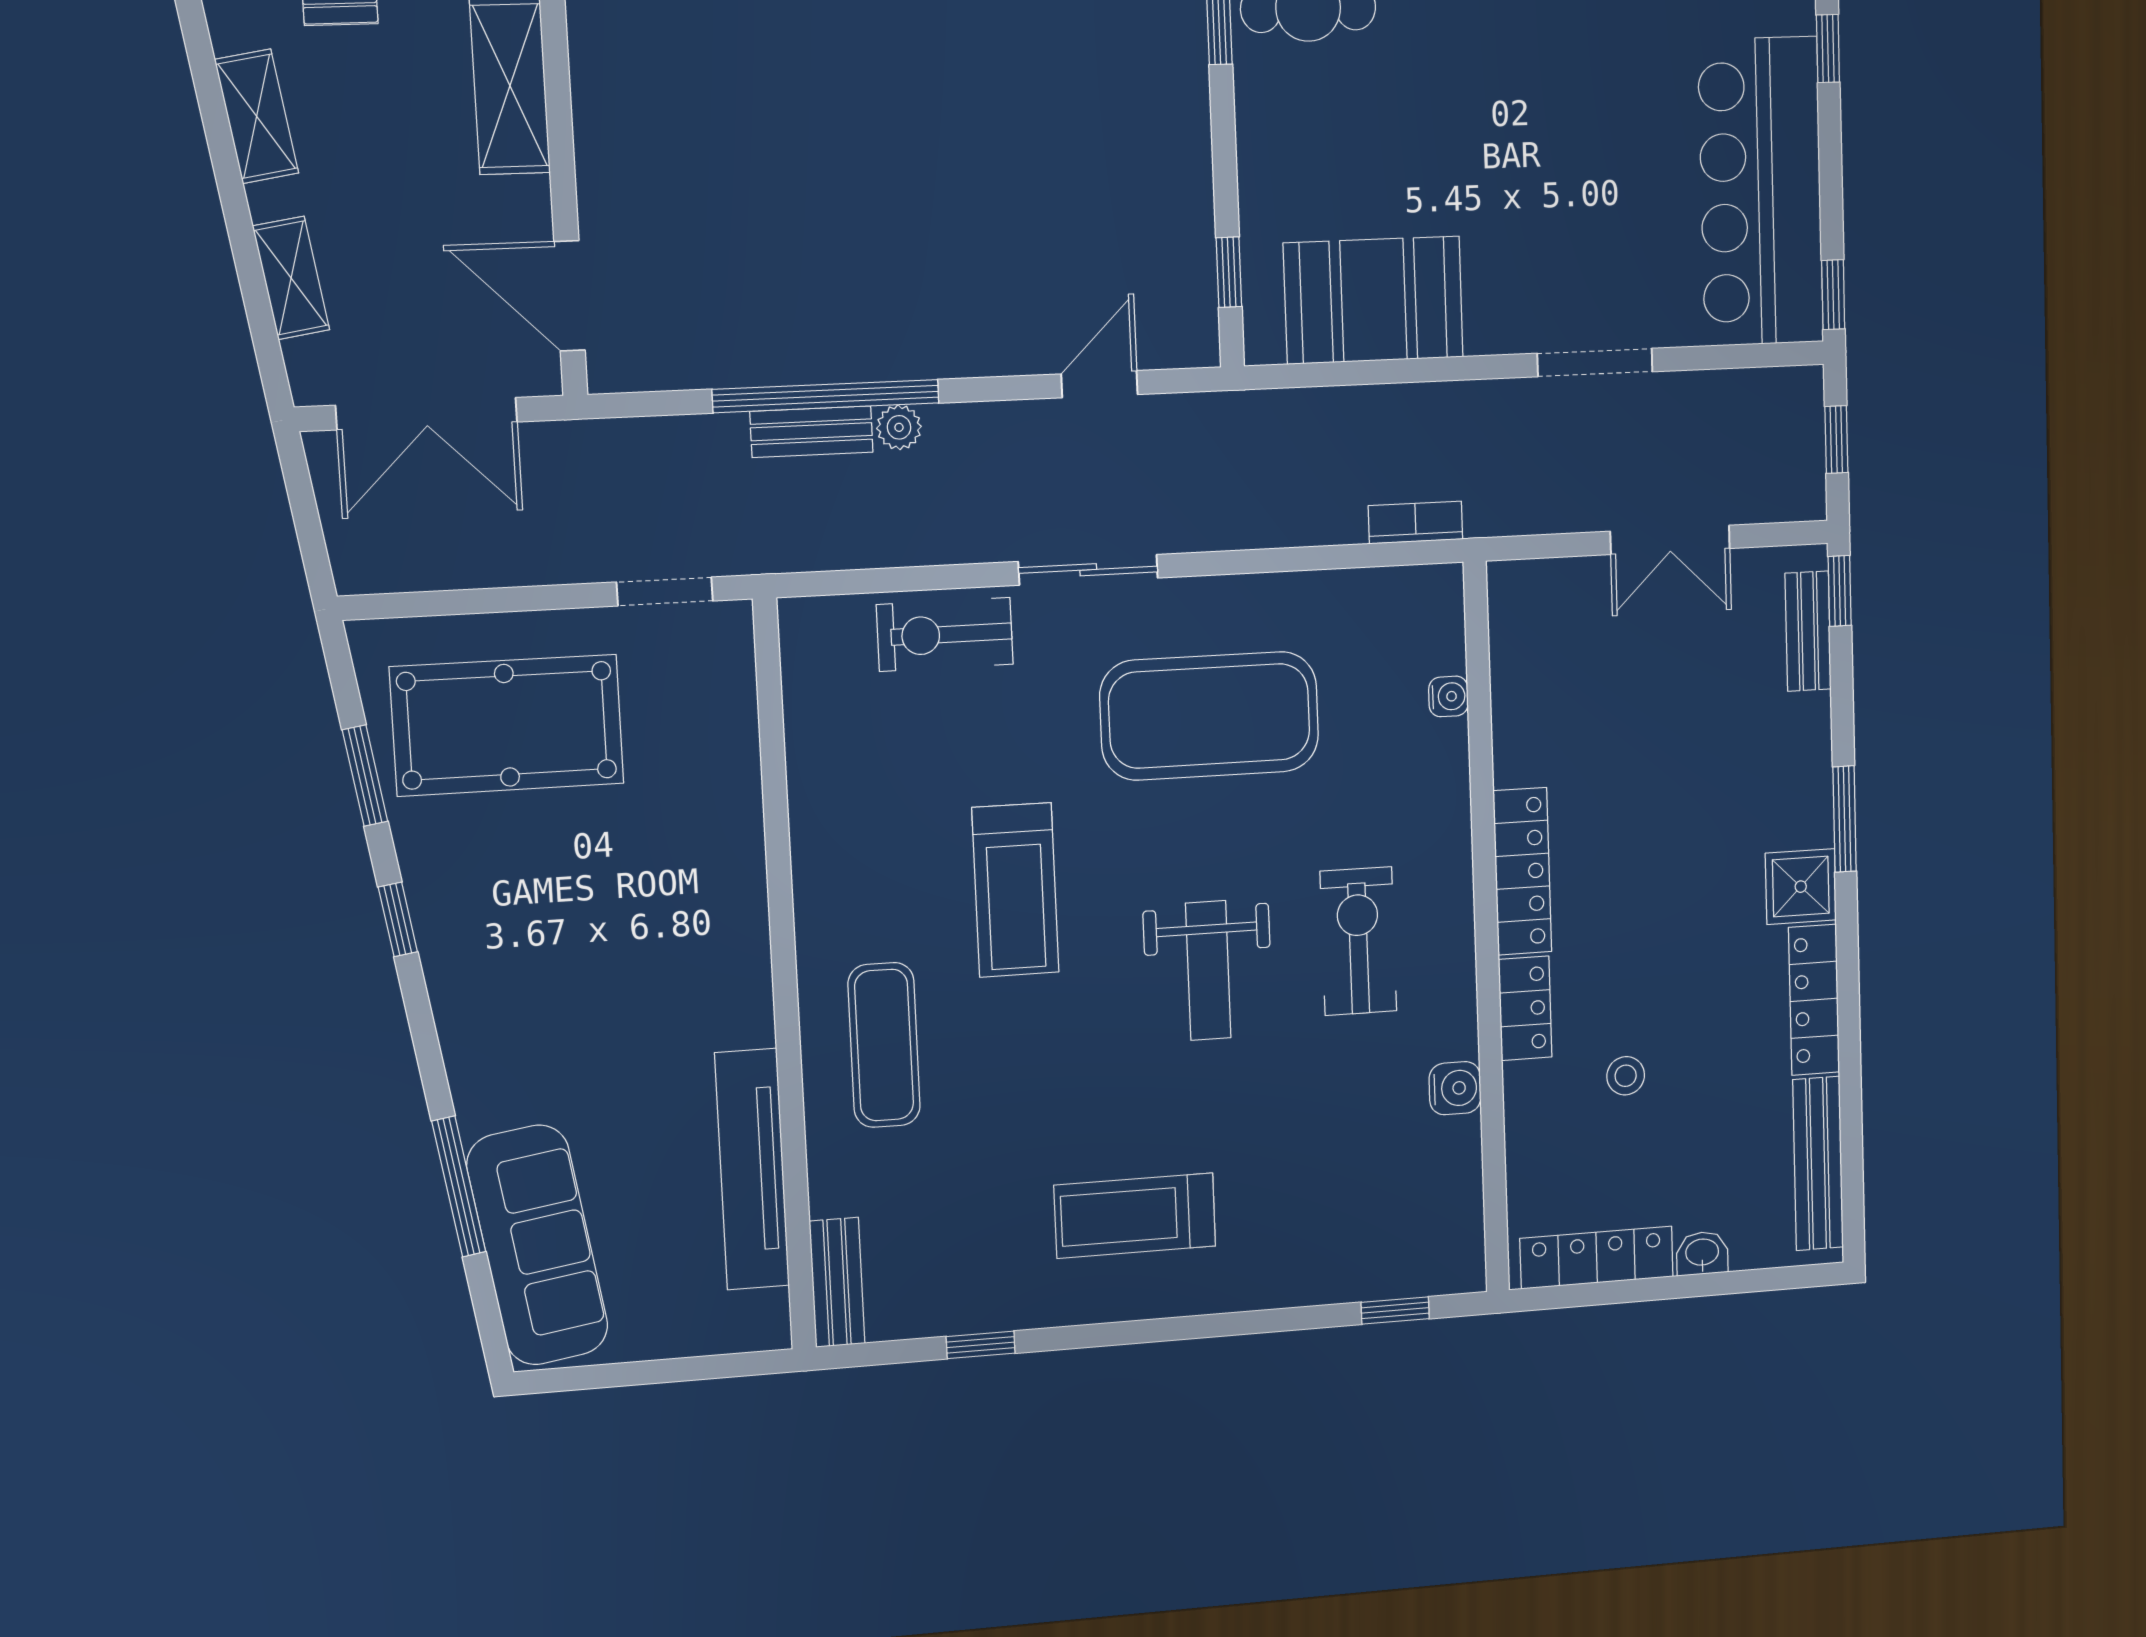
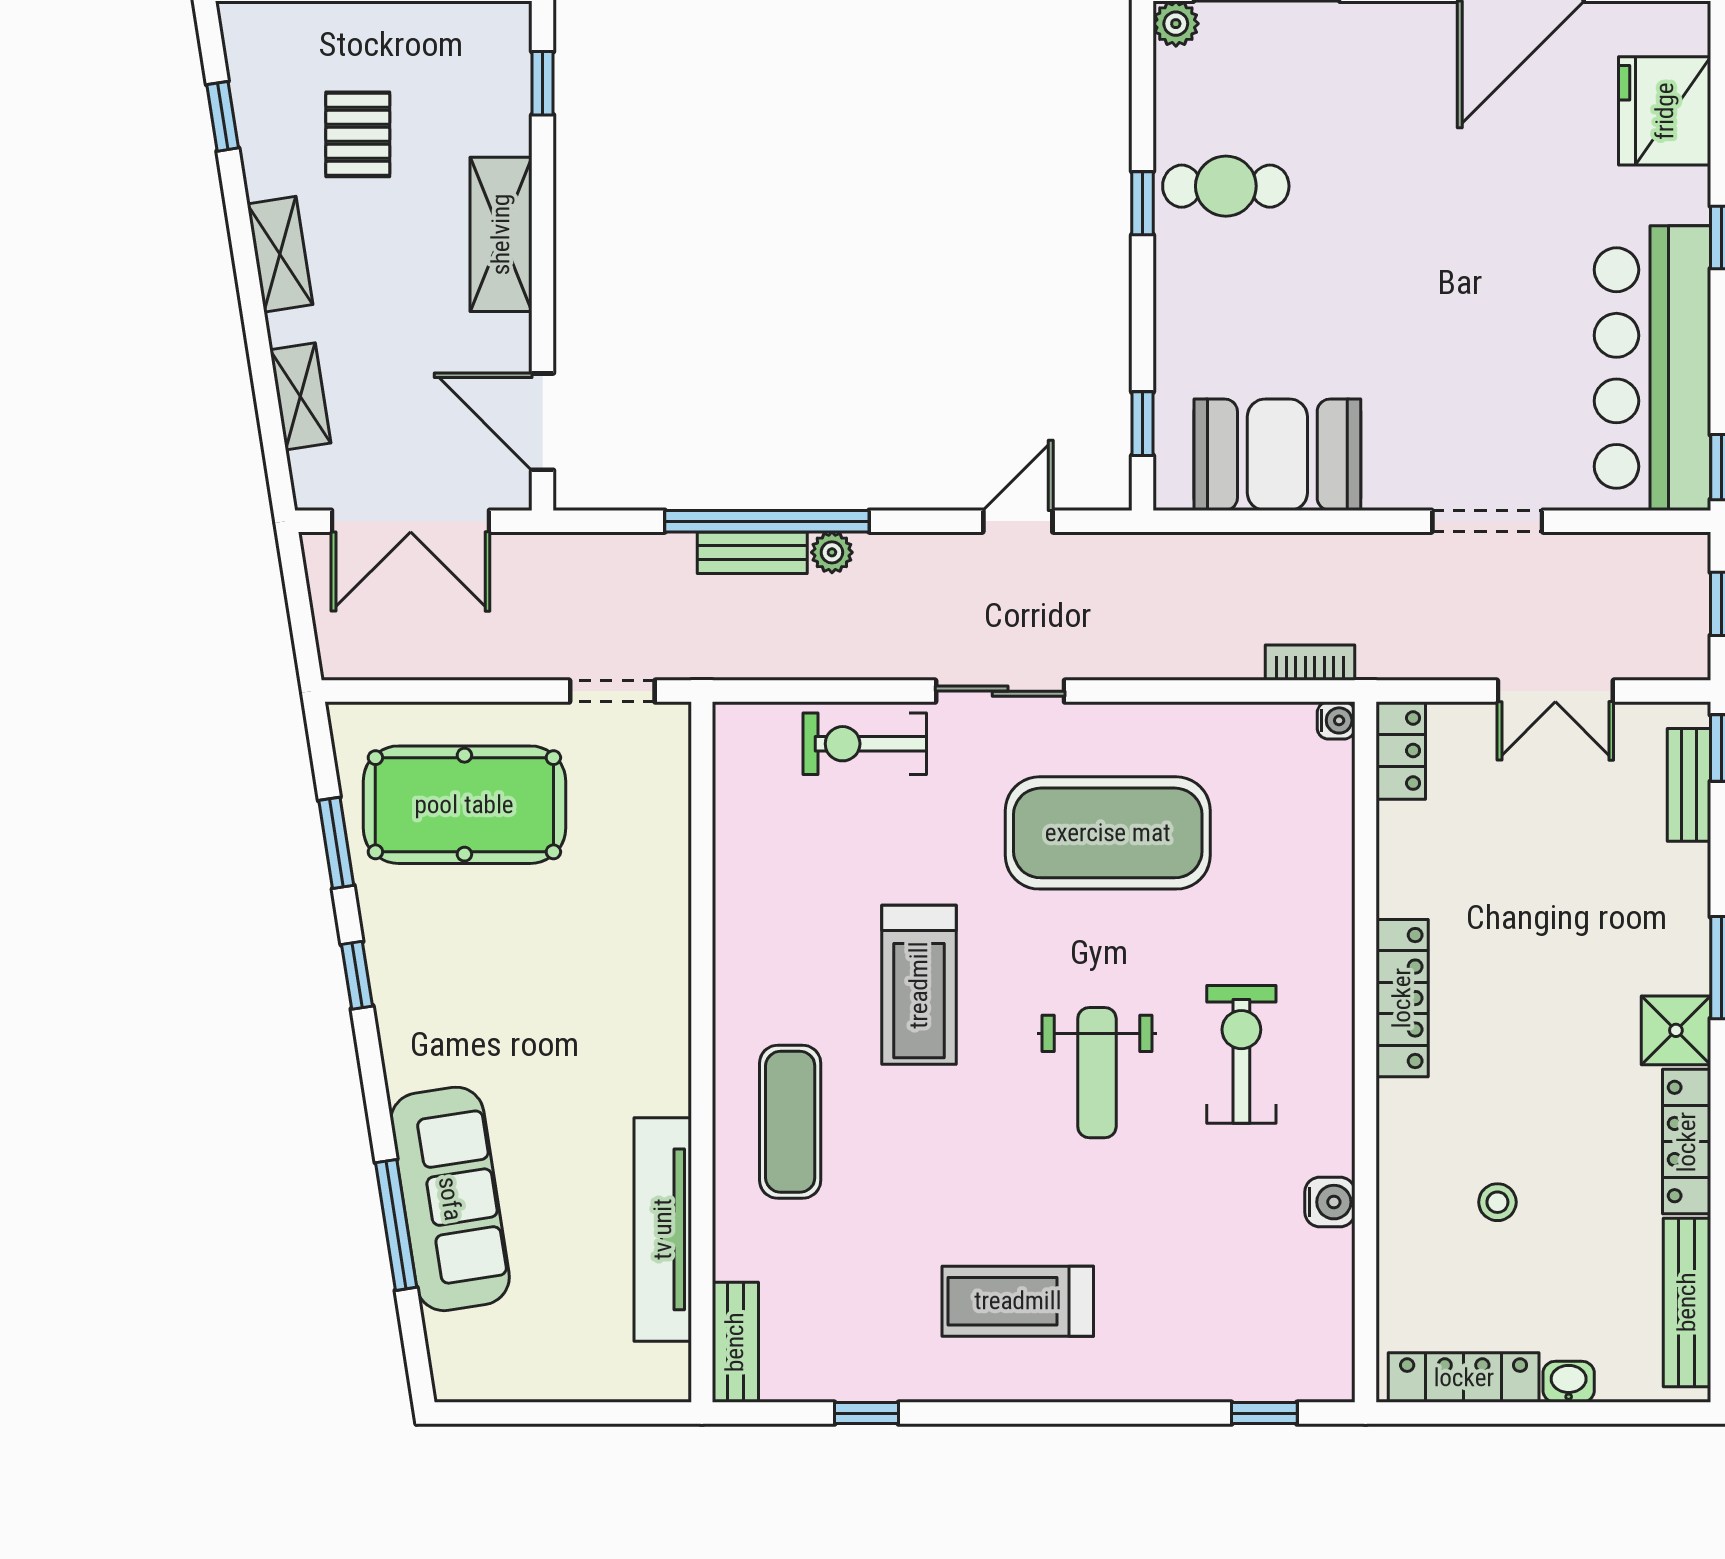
water cooler: (1448, 696) -> (1336, 720), moved
locker: (1525, 1008) -> (1401, 751), moved
sofa: (537, 1245) -> (450, 1199), moved

